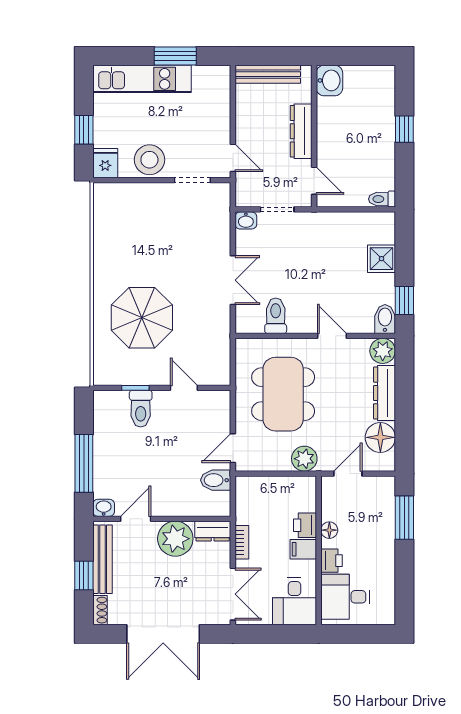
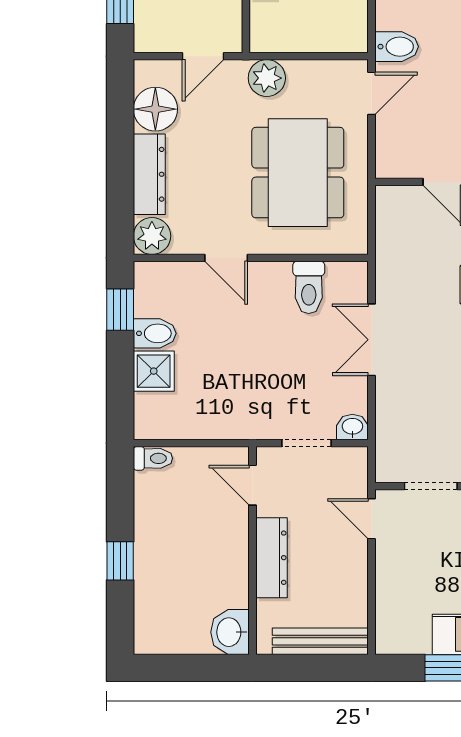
bidet: (385, 319) -> (155, 333), moved, turned -90

